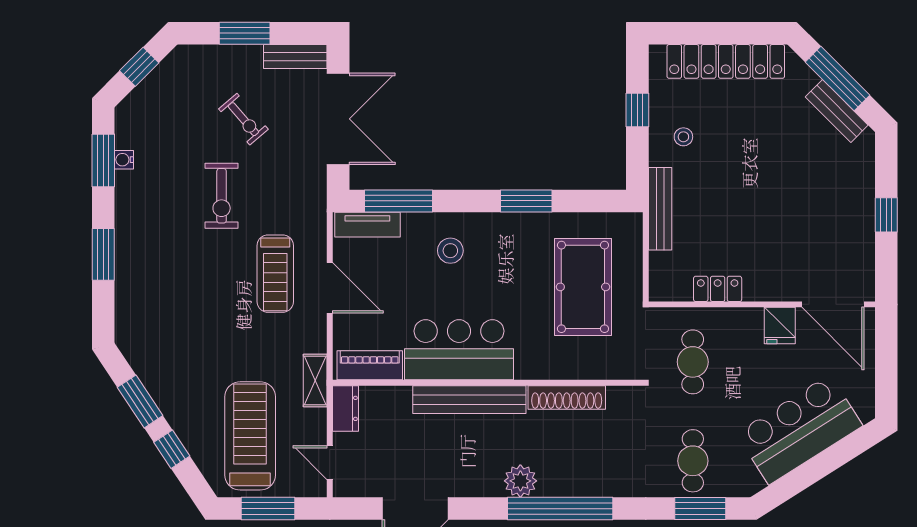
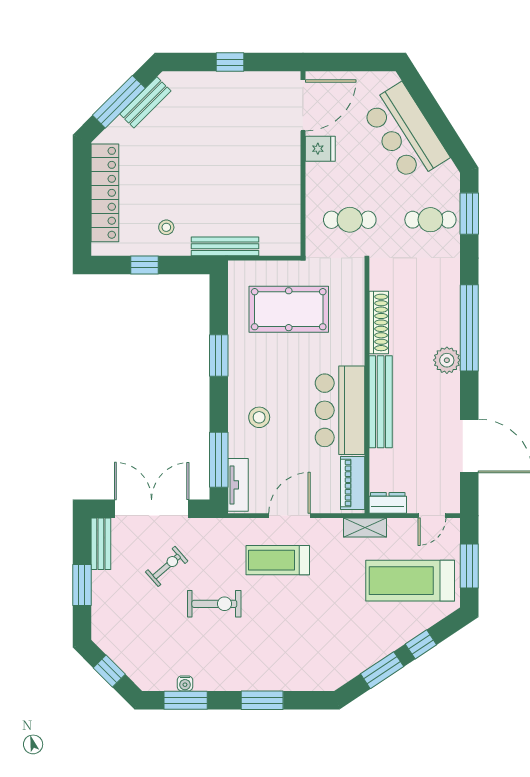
exercise bike: (243, 119) -> (167, 566), moved
treadmill: (275, 274) -> (278, 560), turned 180
locker: (718, 289) -> (290, 199), removed

